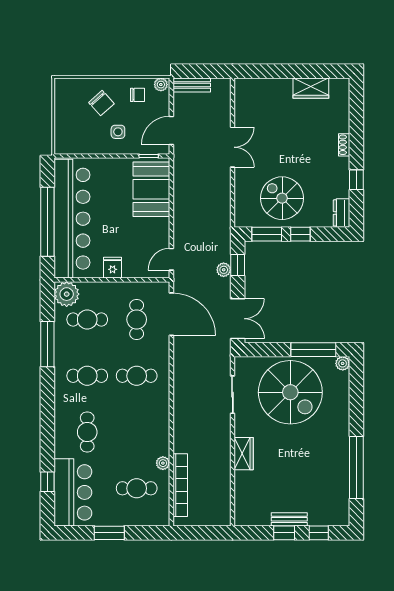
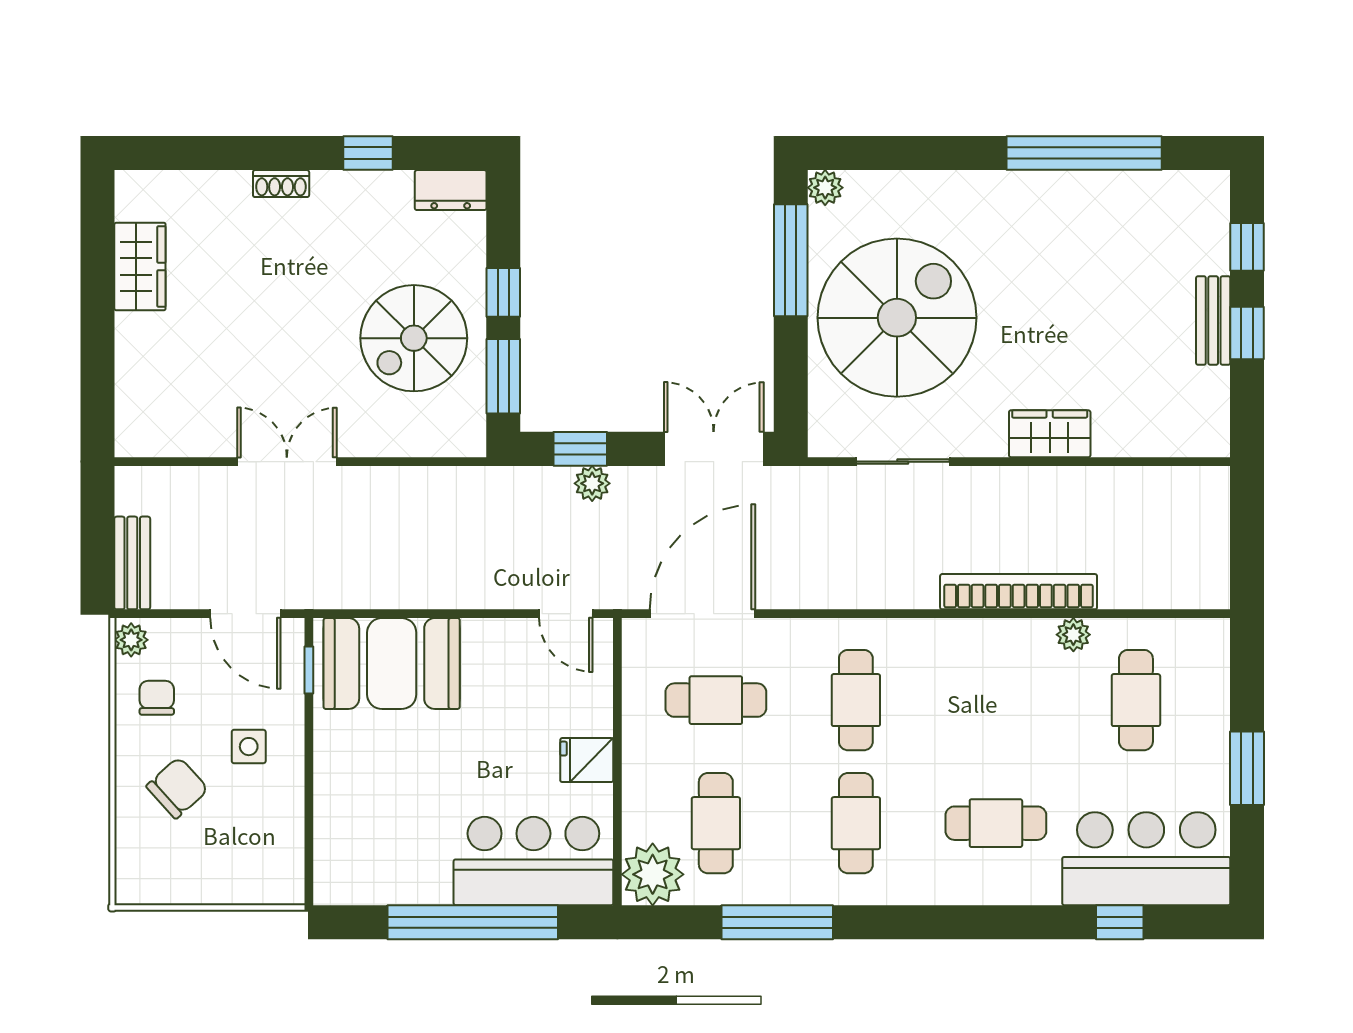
bar counter: (72, 219) -> (533, 861), width x0.54
bookcase: (180, 485) -> (1019, 592), moved

